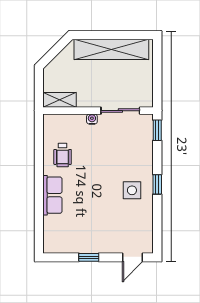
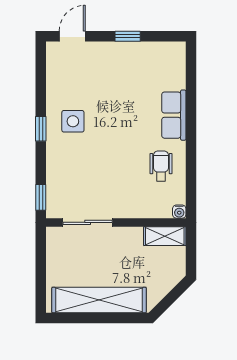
water cooler: (92, 119) -> (179, 212), moved

